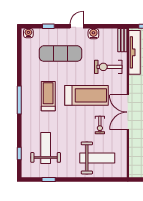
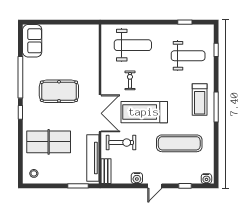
exercise mat: (60, 54) -> (179, 143), moved
treadmill: (48, 96) -> (200, 100), moved
double door: (128, 112) -> (100, 113), moved
weight bench: (46, 148) -> (188, 56), turned -90
weight bench: (97, 158) -> (133, 45), turned 180

